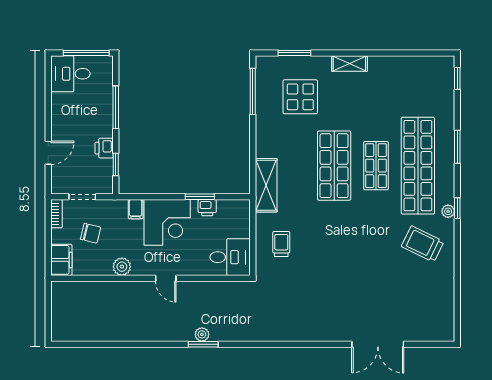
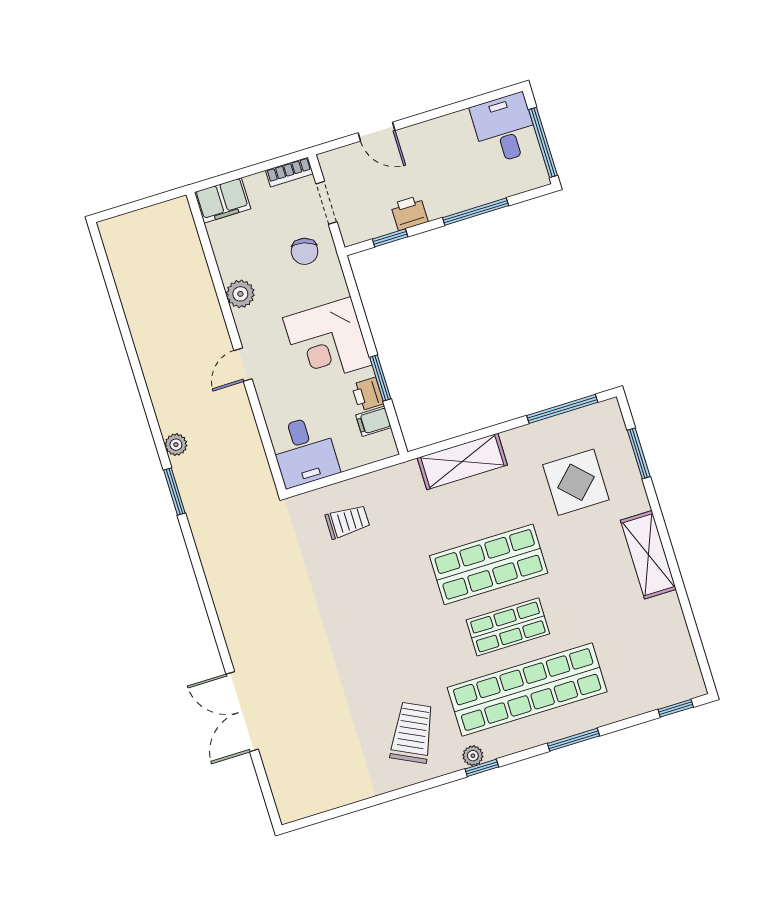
shelving: (349, 64) -> (648, 555), width x1.50, depth x1.33
shelving: (266, 185) -> (462, 461), moved
filing cabinet: (136, 209) -> (374, 421), moved
chair: (91, 233) -> (305, 251), moved
window: (203, 344) -> (174, 492), moved

